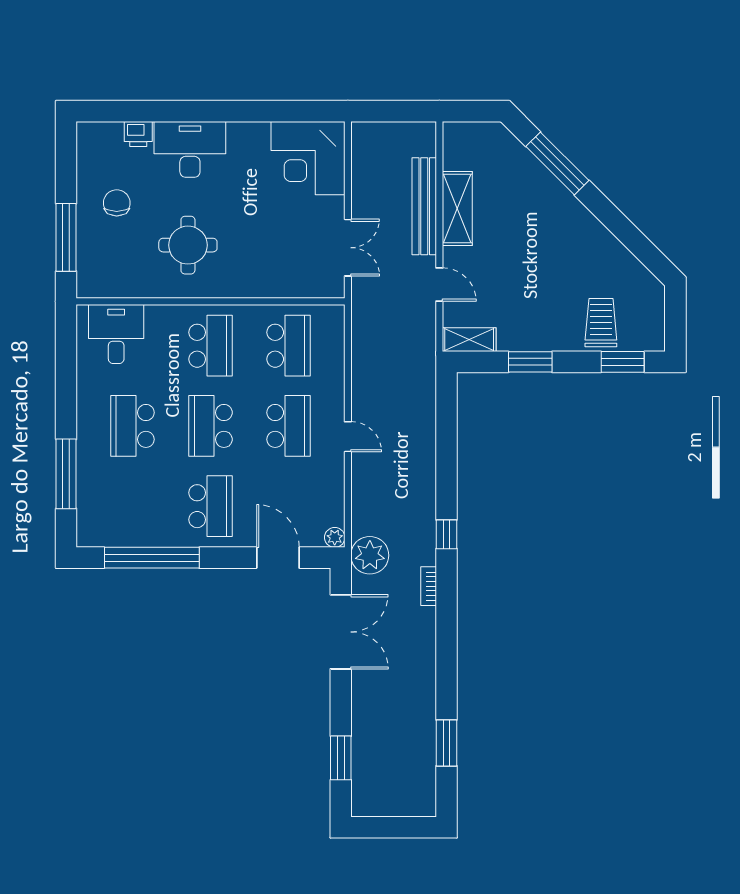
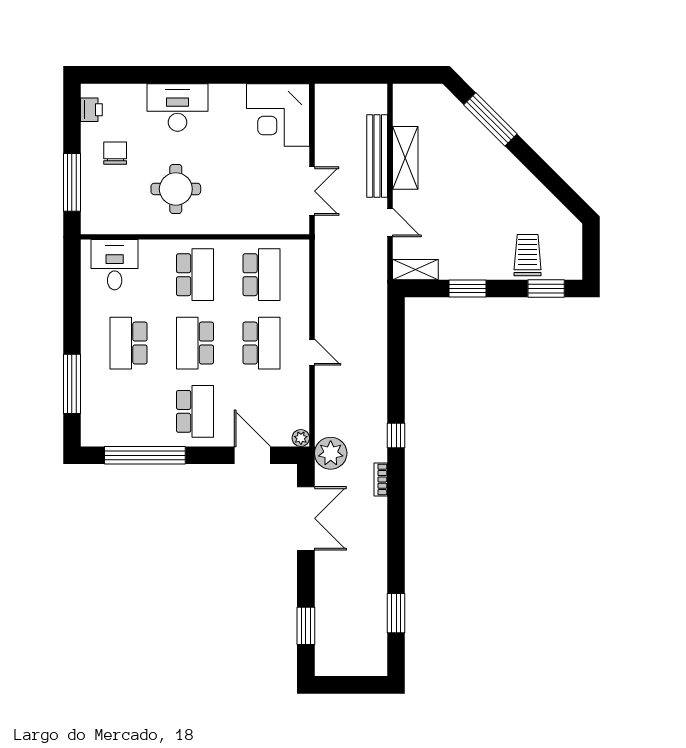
printer: (138, 134) -> (91, 110), moved, turned -90

